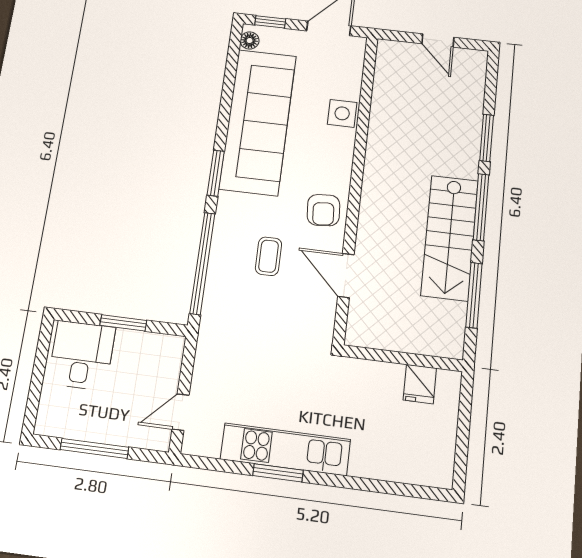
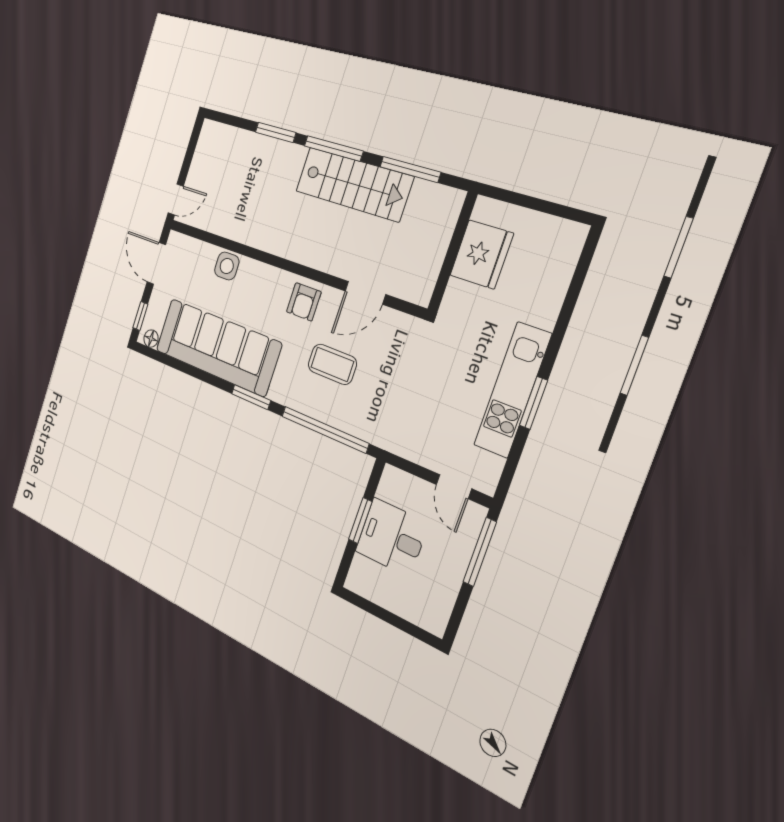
door: (438, 41) -> (176, 200), moved
armchair: (323, 210) -> (304, 302), turned 94
coffee table: (268, 256) -> (332, 364), width x1.36, depth x1.30
desk: (82, 355) -> (392, 537), moved
fridge: (420, 384) -> (482, 254), width x1.88, depth x1.34
window: (94, 448) -> (480, 552), moved

